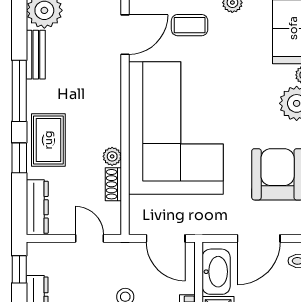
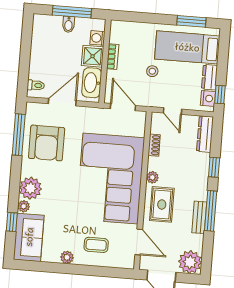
door: (125, 35) -> (139, 242), swing flipped
bench: (36, 55) -> (199, 217), moved
rug: (48, 140) -> (162, 204), moved
plant: (112, 156) -> (152, 177), moved
nightstand: (37, 262) -> (208, 98), added

